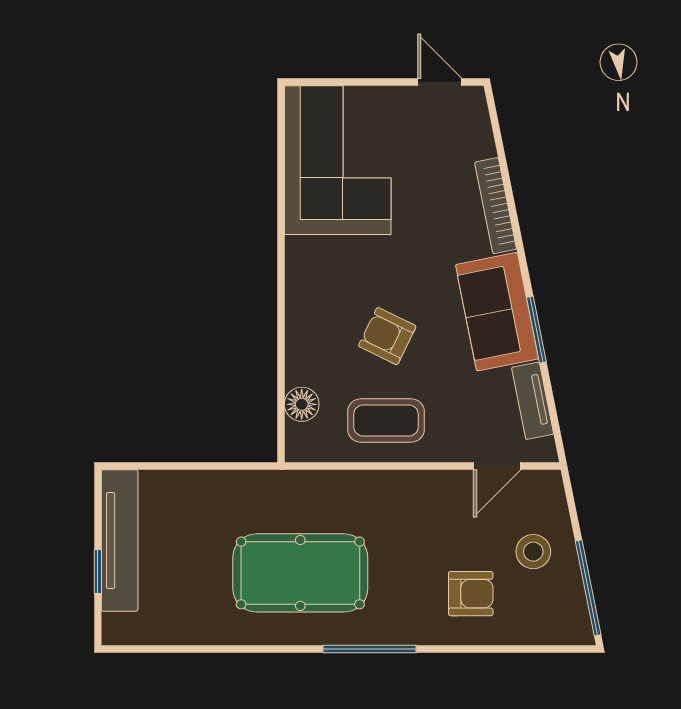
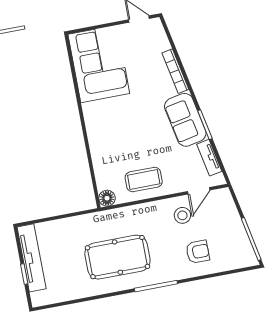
armchair: (387, 336) -> (137, 141), removed
floor lamp: (302, 404) -> (107, 198), moved
stool: (533, 552) -> (182, 215), moved

